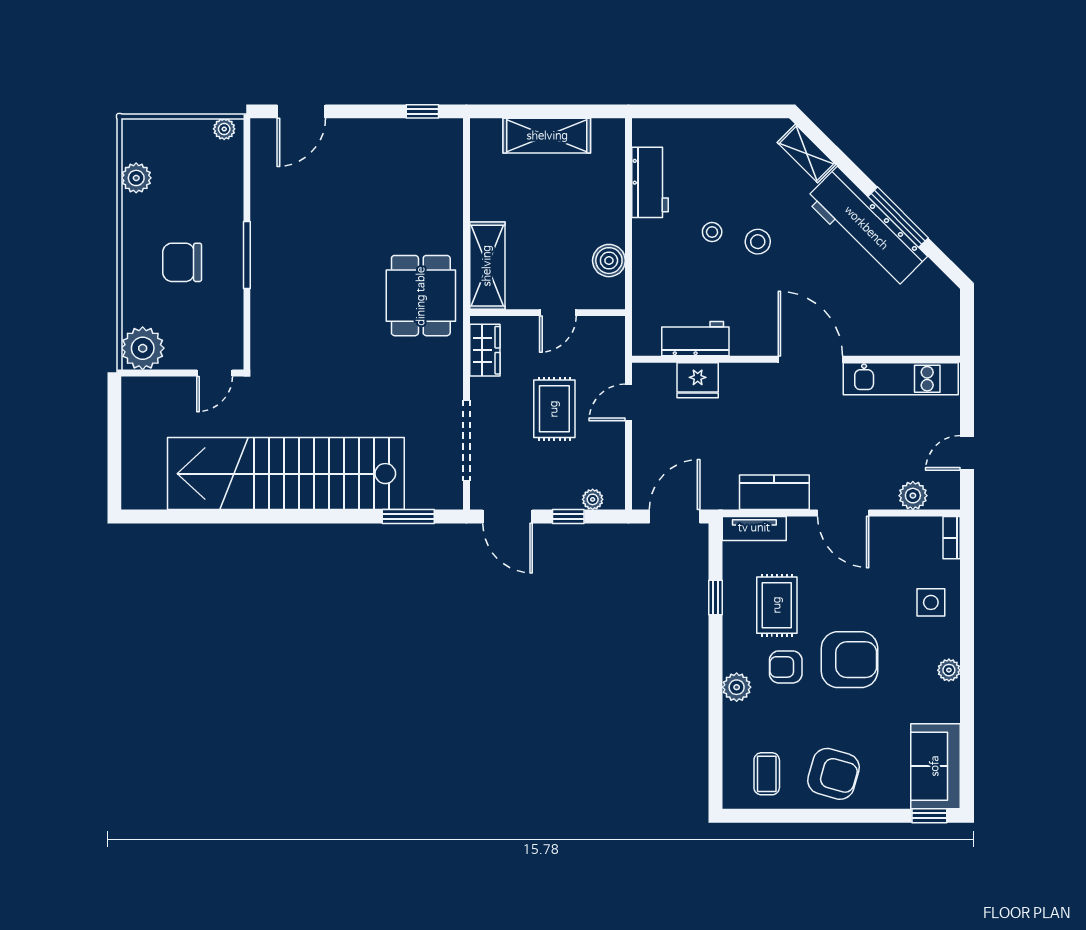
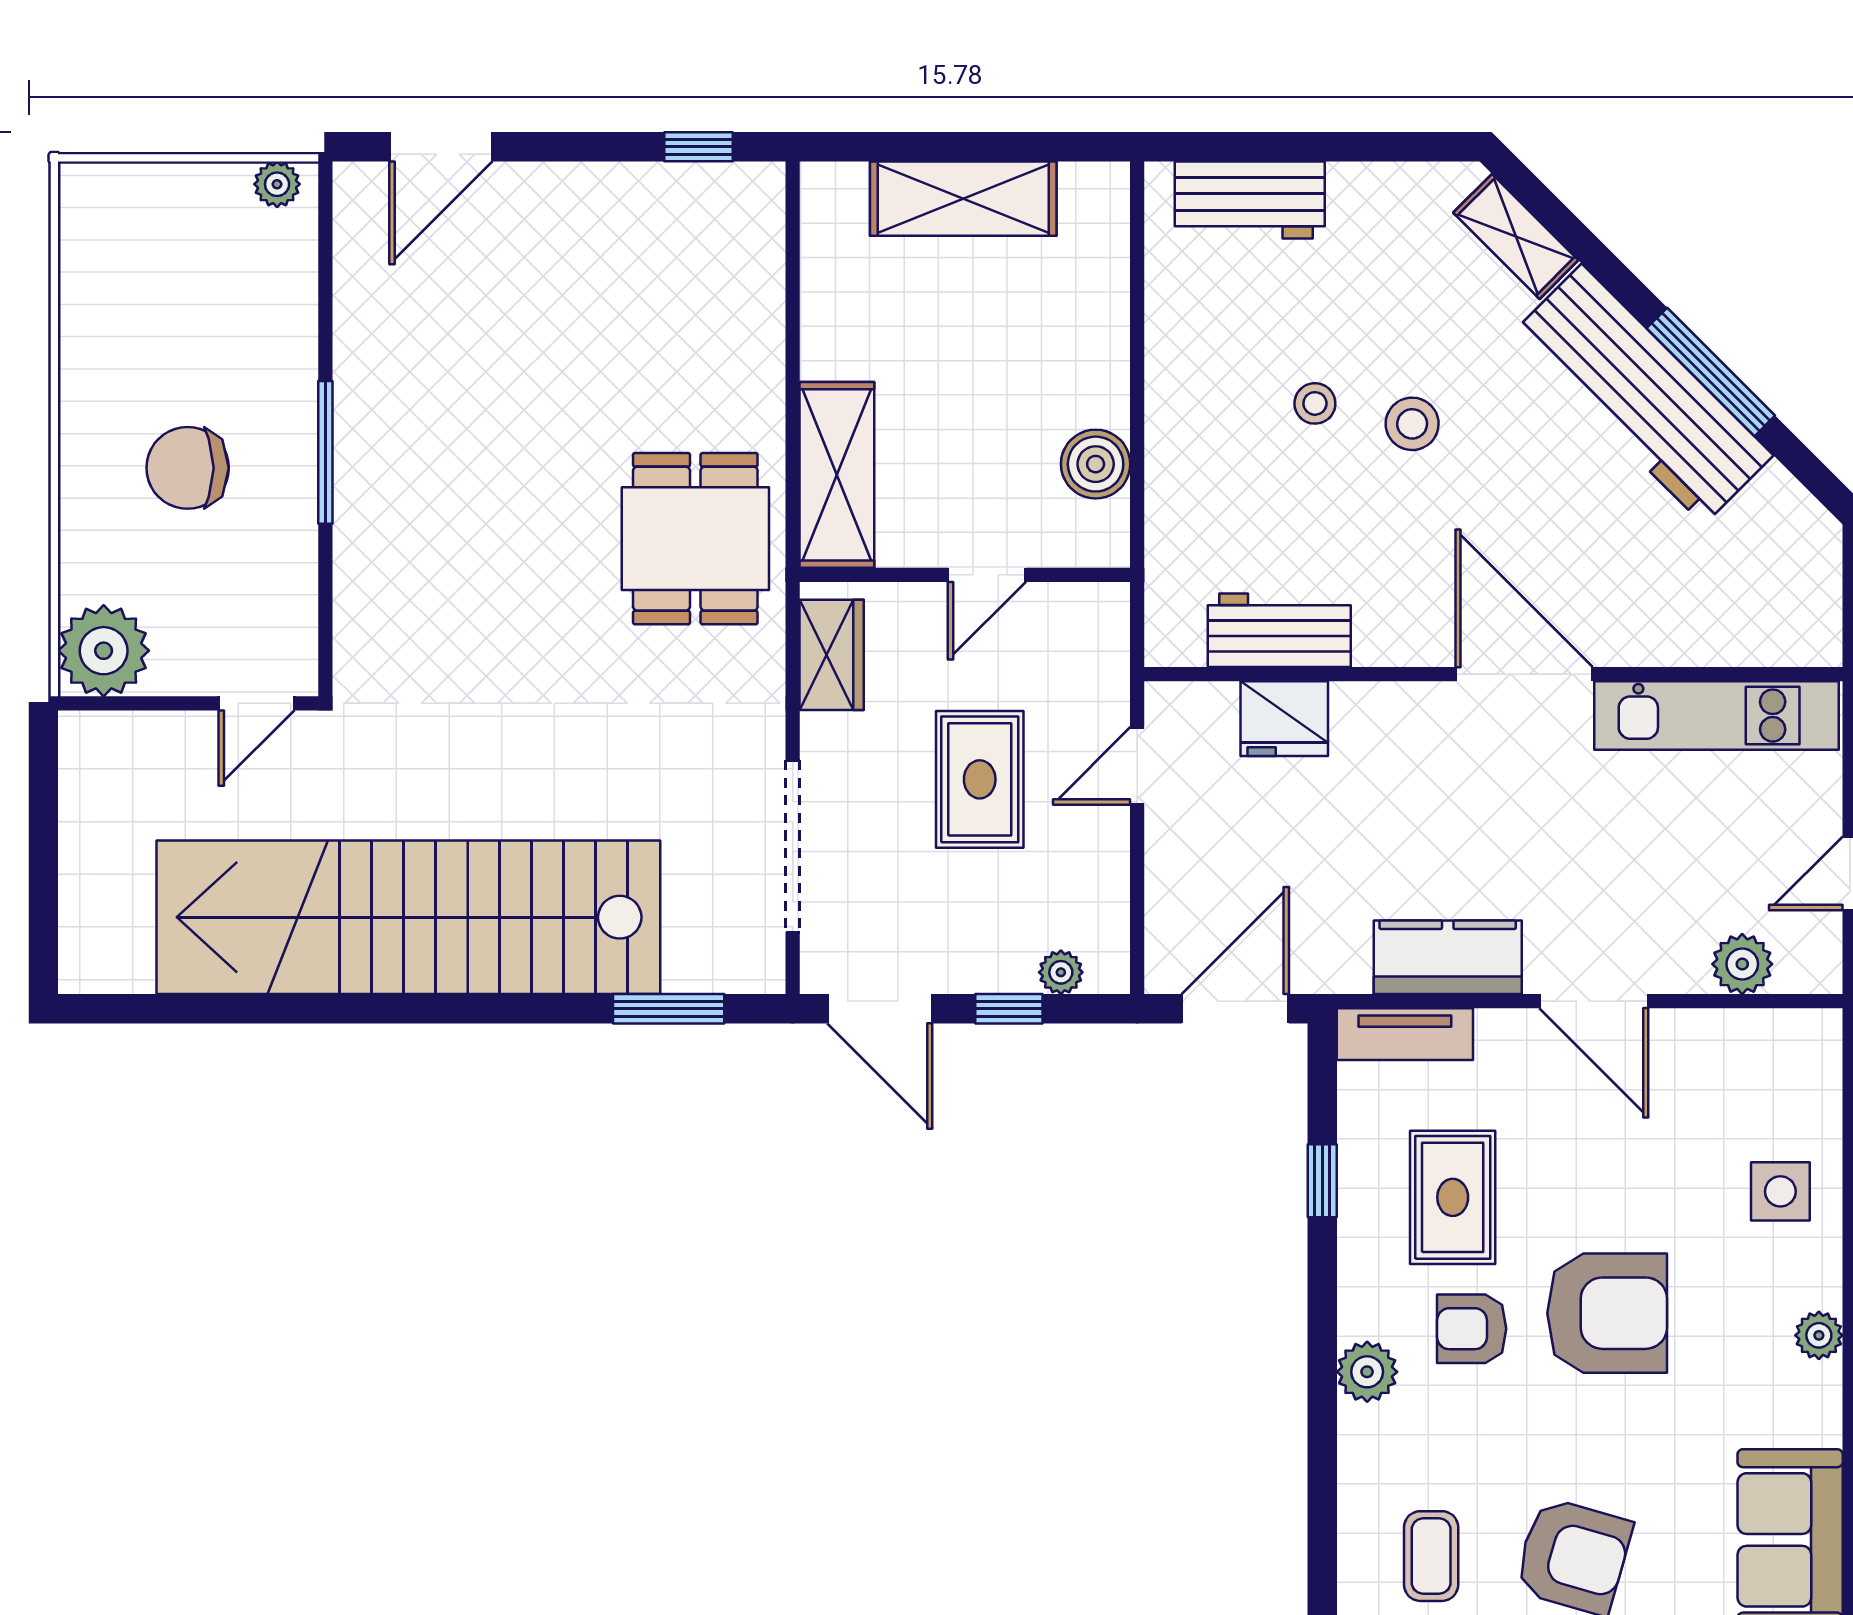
plant: (136, 178) -> (90, 288), removed
workbench: (650, 182) -> (1250, 200), moved, turned 90
bookcase: (952, 538) -> (1824, 1053), removed

